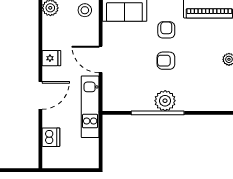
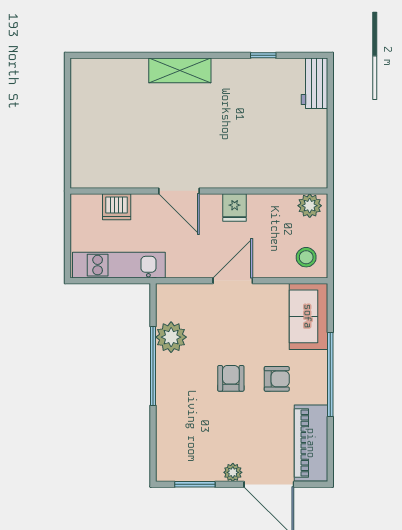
plant: (165, 101) -> (171, 337), moved
kitchen unit: (90, 107) -> (119, 265), moved

